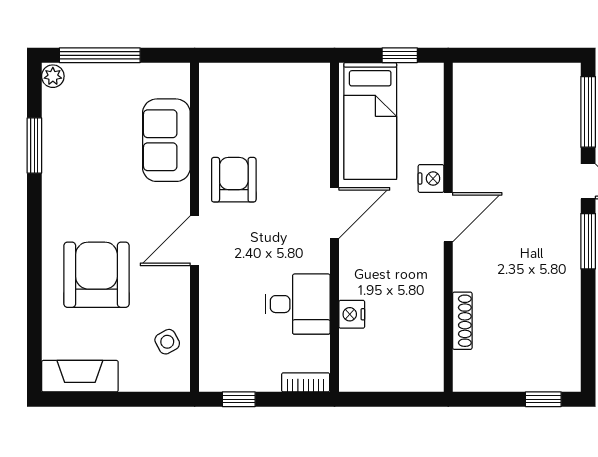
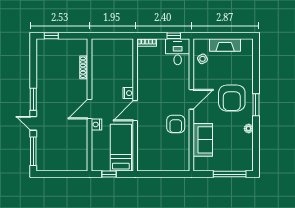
plant: (53, 76) -> (249, 129), moved
window: (34, 145) -> (256, 105), moved
armchair: (96, 275) -> (232, 98), moved
desk: (298, 304) -> (178, 52), moved, turned 90
nightstand: (352, 314) -> (128, 93), moved
fireplace: (80, 376) -> (225, 45), moved

